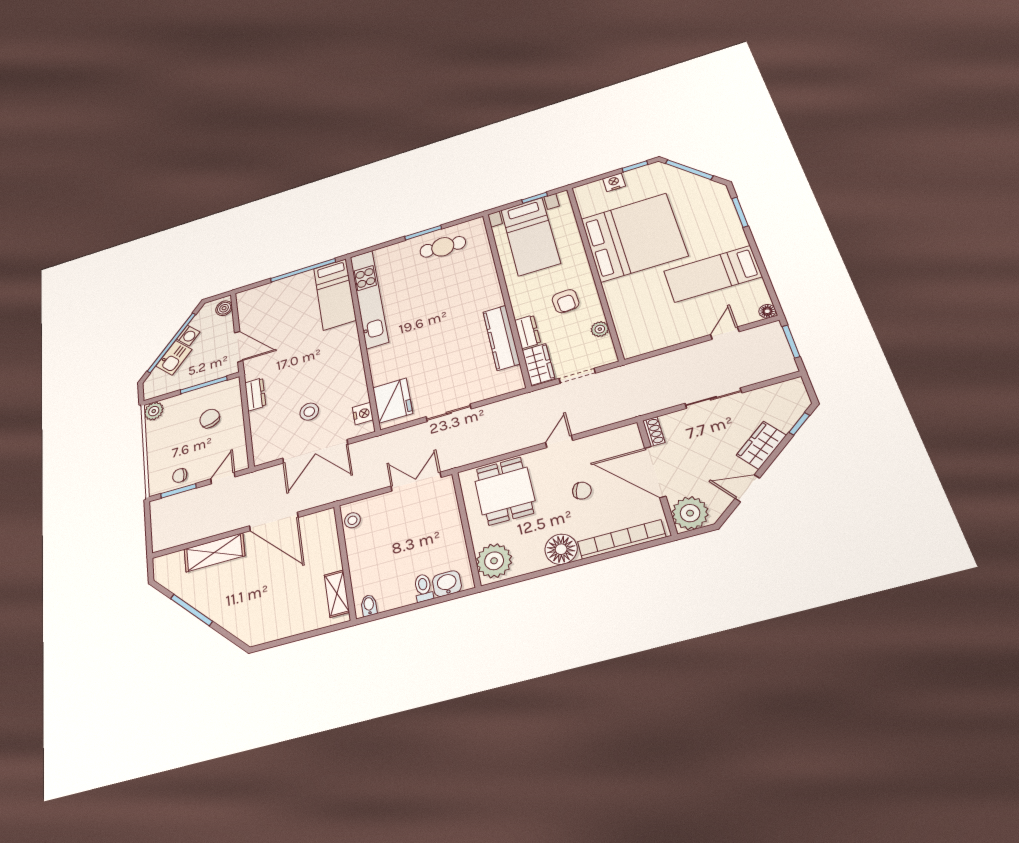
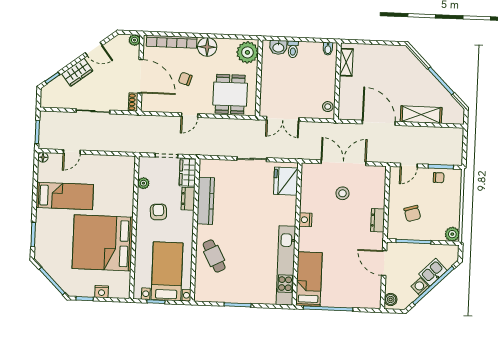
cafe table: (443, 247) -> (214, 256), moved, turned 59
nightstand: (363, 414) -> (305, 220), moved
plant: (690, 513) -> (134, 40), width x0.53, depth x0.53

